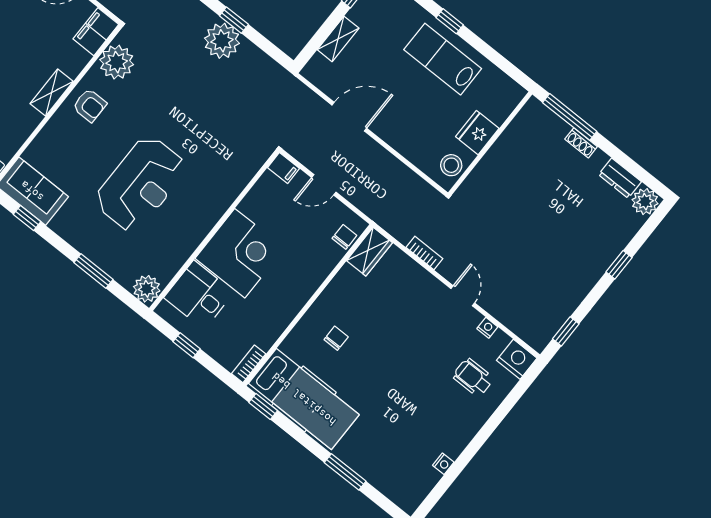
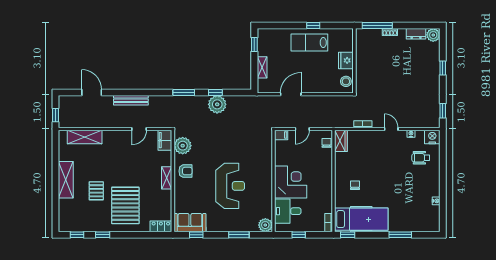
window: (450, 21) -> (313, 25), moved

